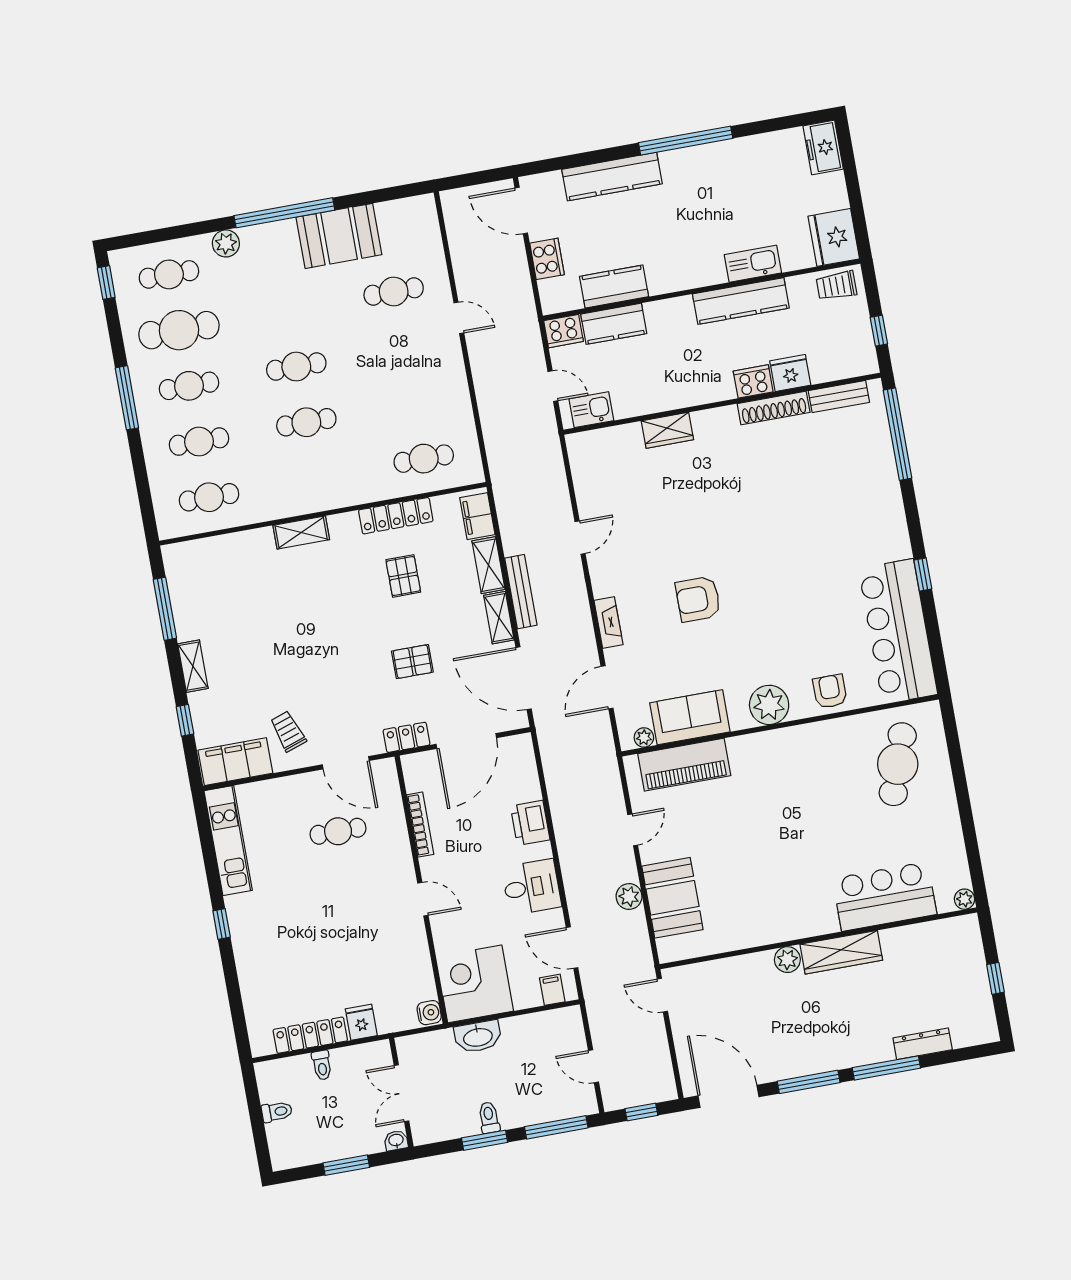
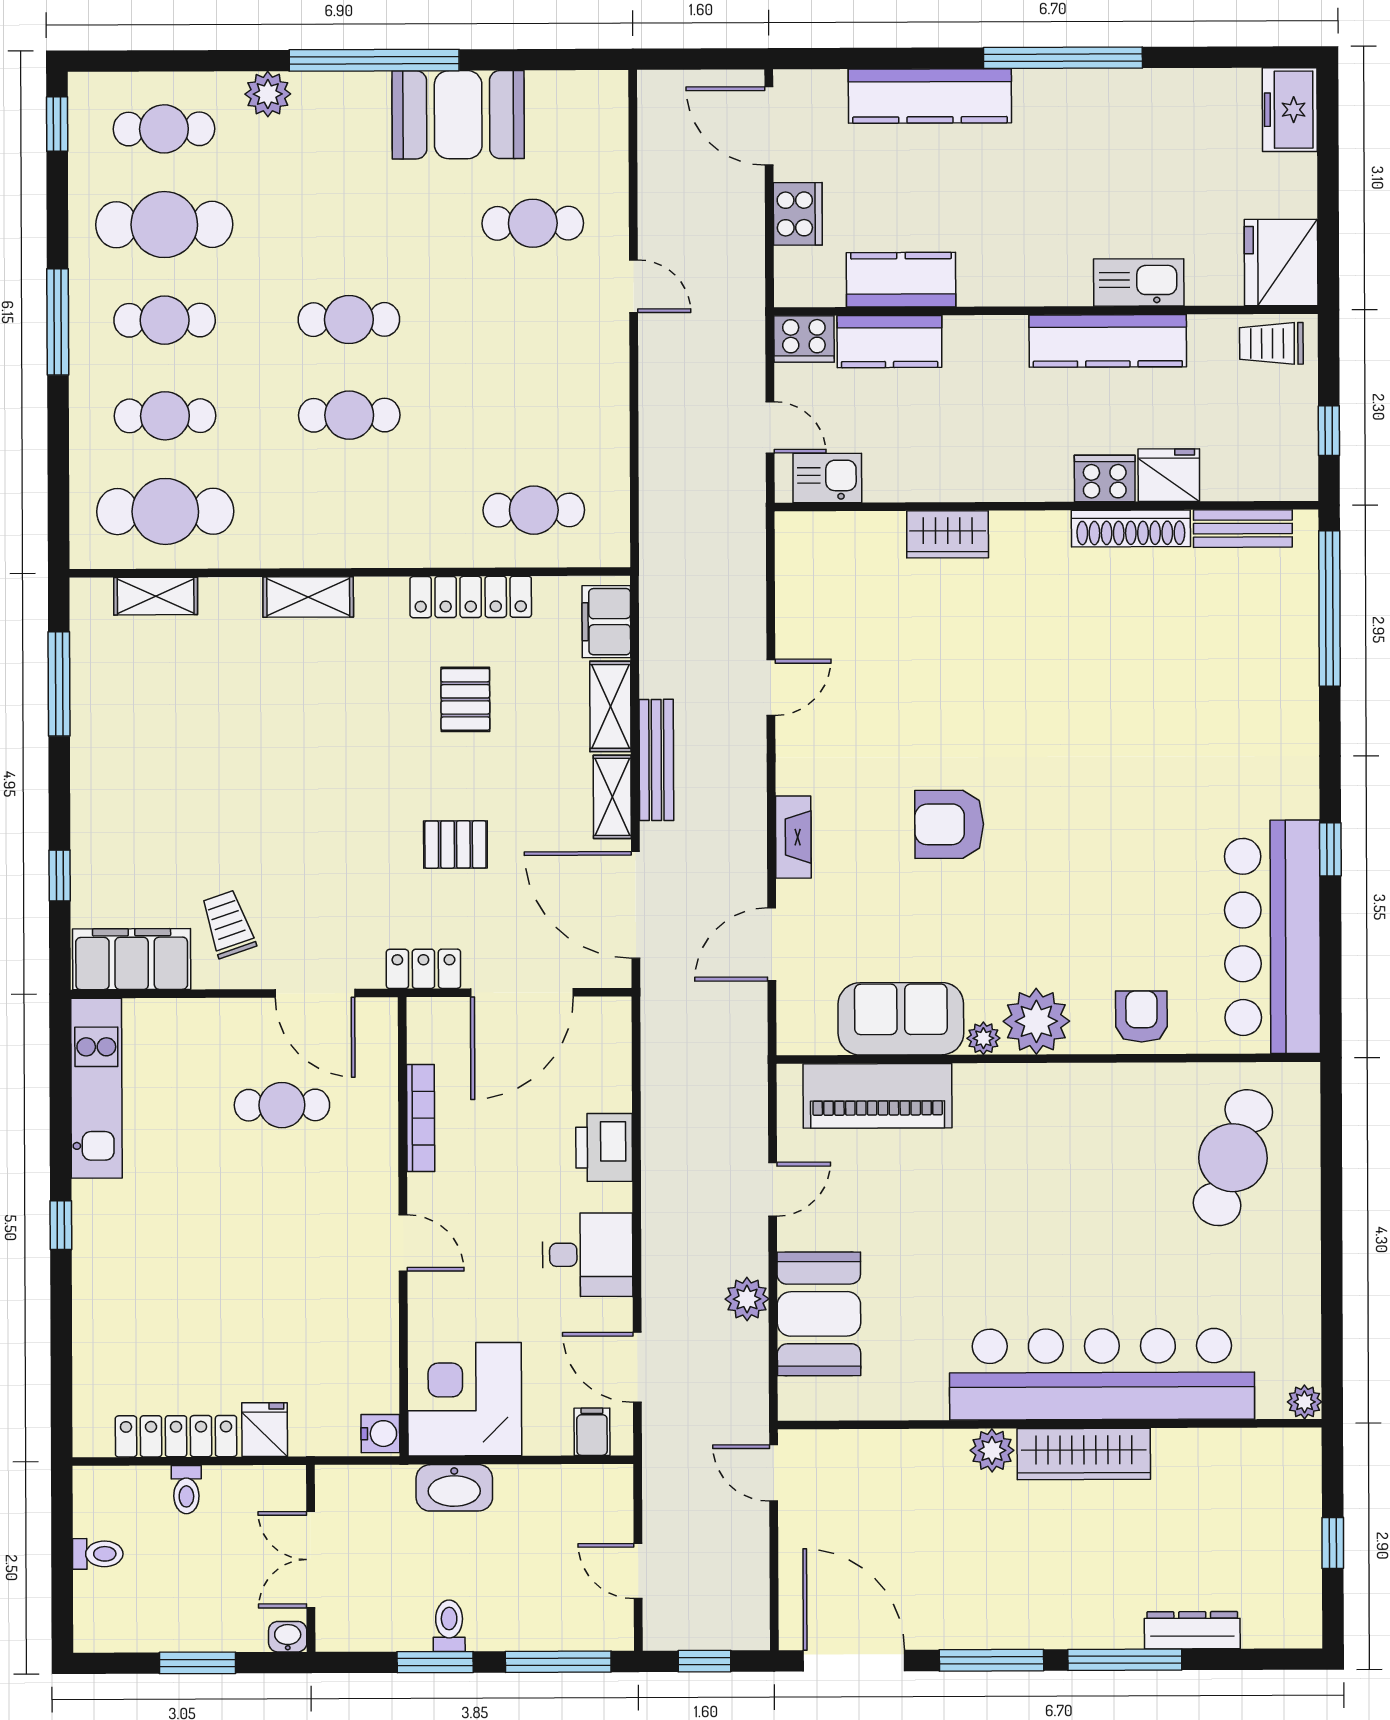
cafe table: (209, 497) -> (165, 511), width x1.37, depth x1.35
shelving: (193, 666) -> (156, 596), moved, turned 90
plant: (644, 737) -> (983, 1038), moved
bar counter: (885, 896) -> (1102, 1374), width x1.86

